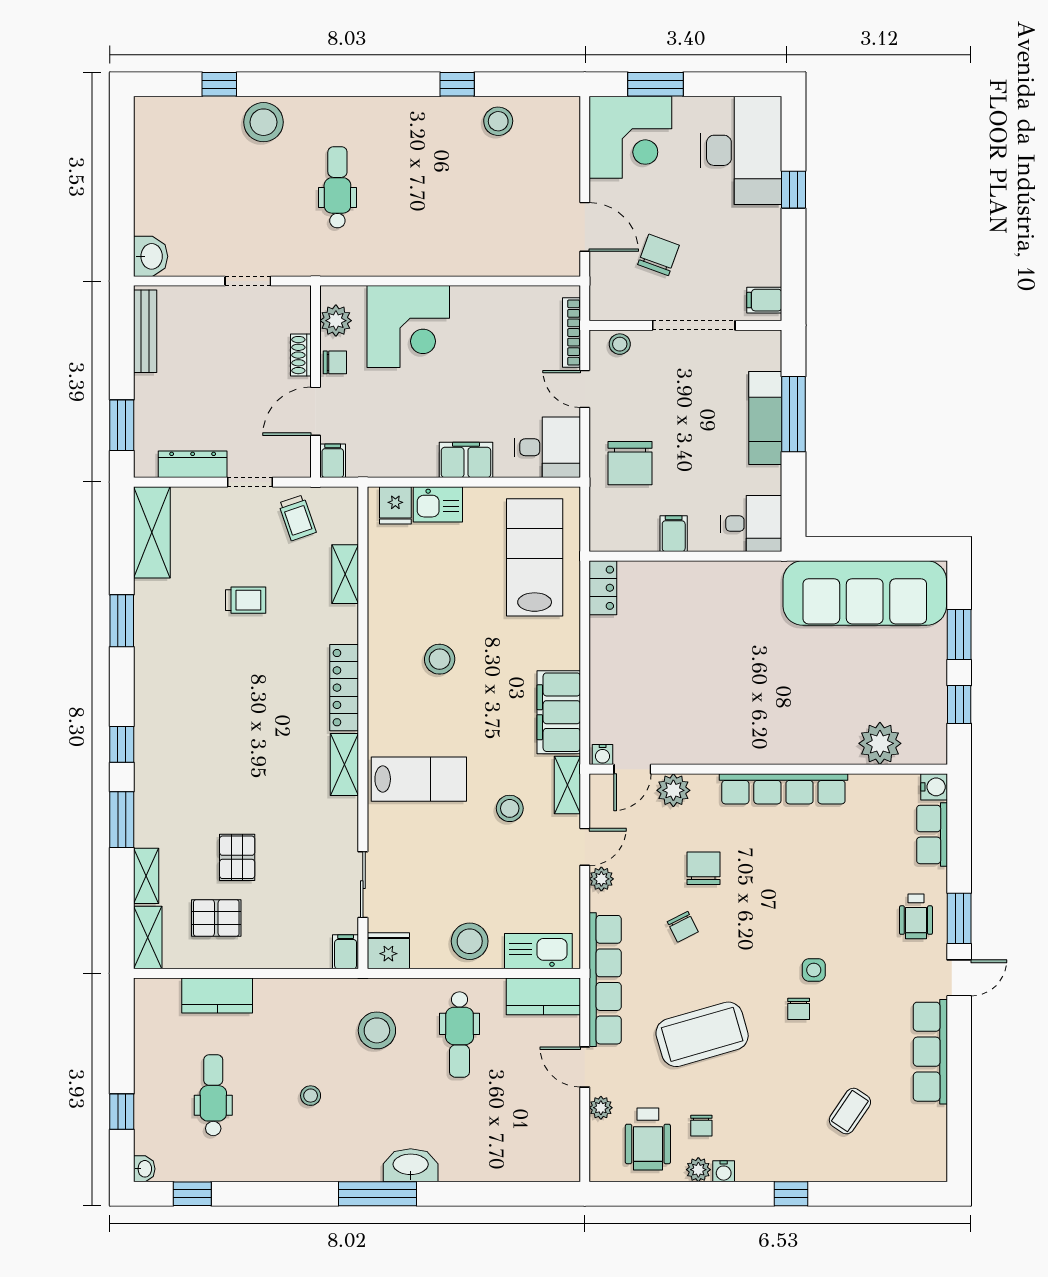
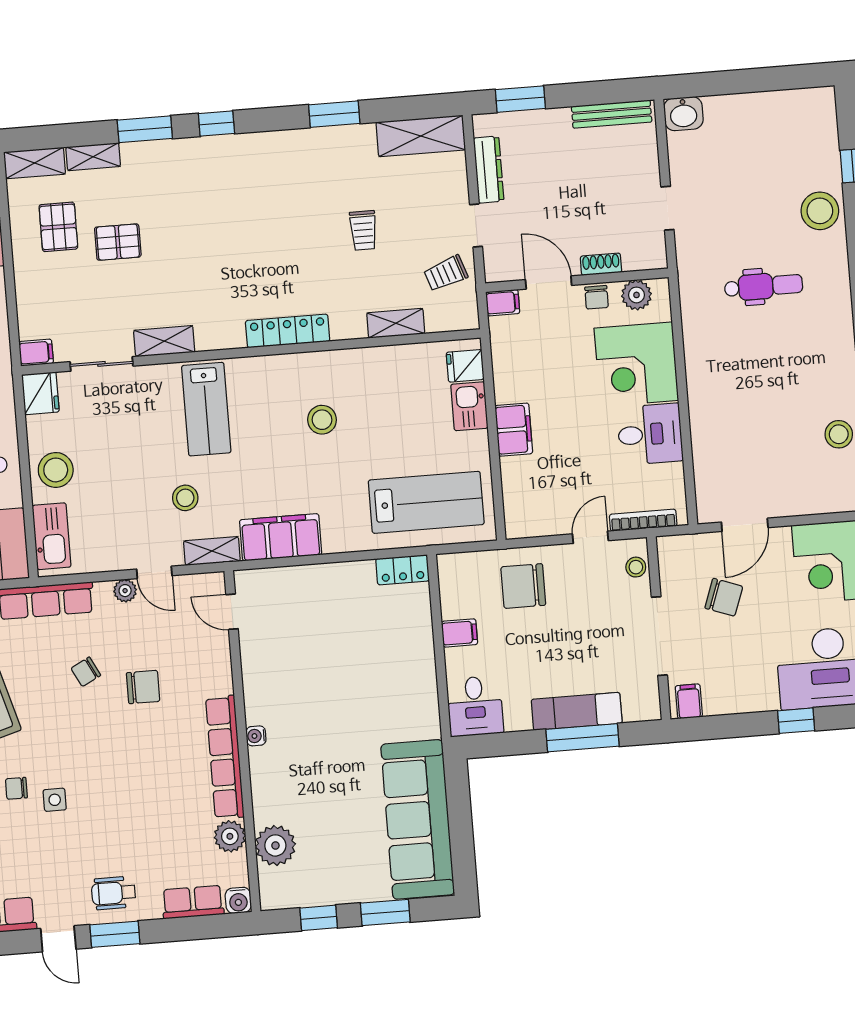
desk: (548, 447) -> (650, 434), moved, turned -90
water cooler: (603, 755) -> (256, 736), moved
shelving: (344, 764) -> (164, 341), moved
plant: (673, 790) -> (230, 836), moved

